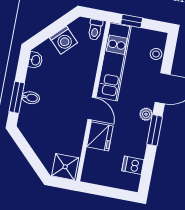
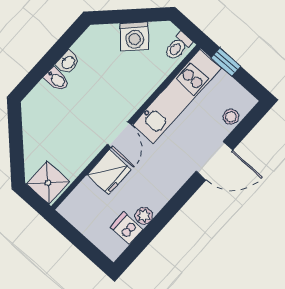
washbasin: (35, 60) -> (68, 62), moved
window: (17, 97) -> (41, 69), removed
plant: (146, 114) -> (144, 216), moved
window: (155, 130) -> (176, 203), removed

